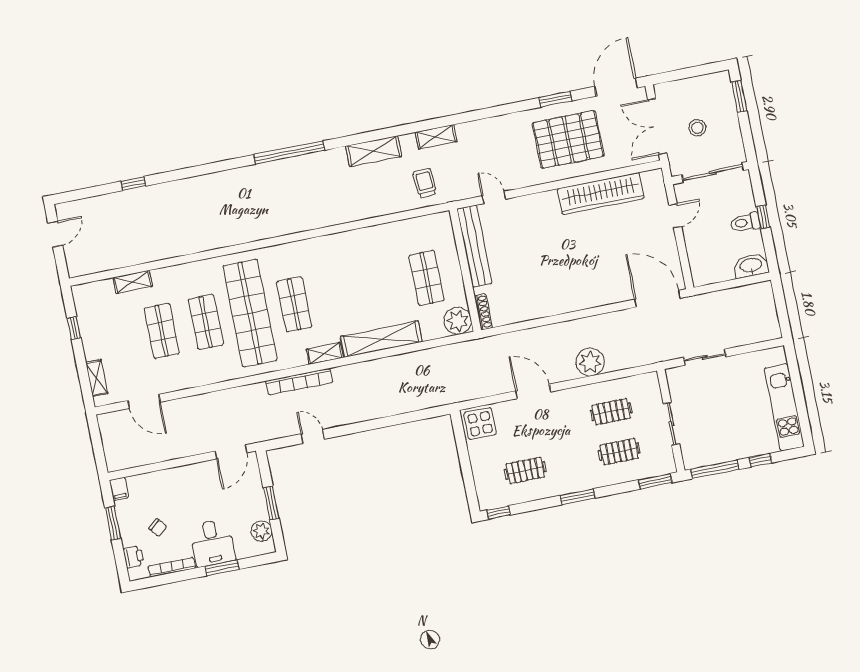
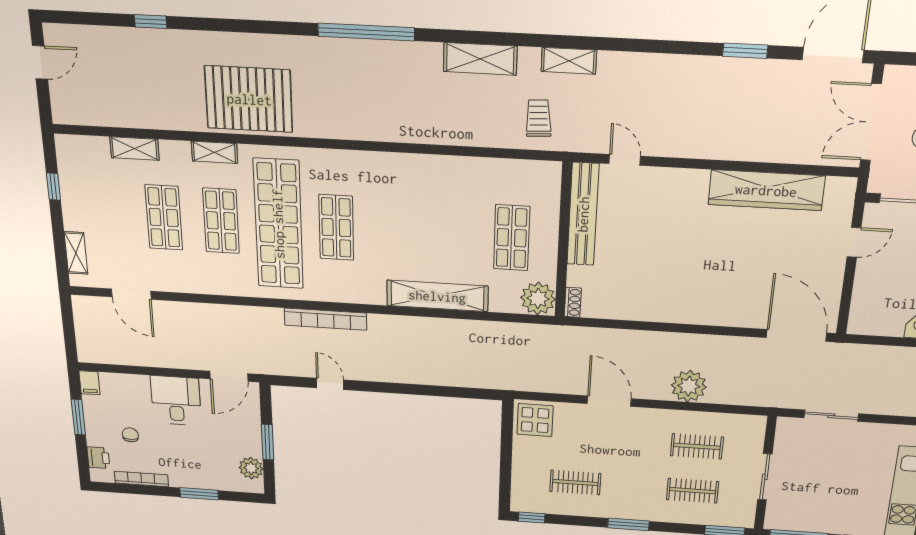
pallet: (568, 139) -> (249, 99), moved
shoe rack: (483, 312) -> (573, 302), width x0.70
shelving: (325, 353) -> (214, 152), moved
chair: (158, 528) -> (130, 435), turned -141
desk: (212, 543) -> (176, 401), moved, turned 180

